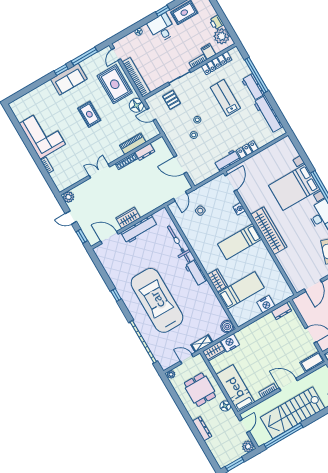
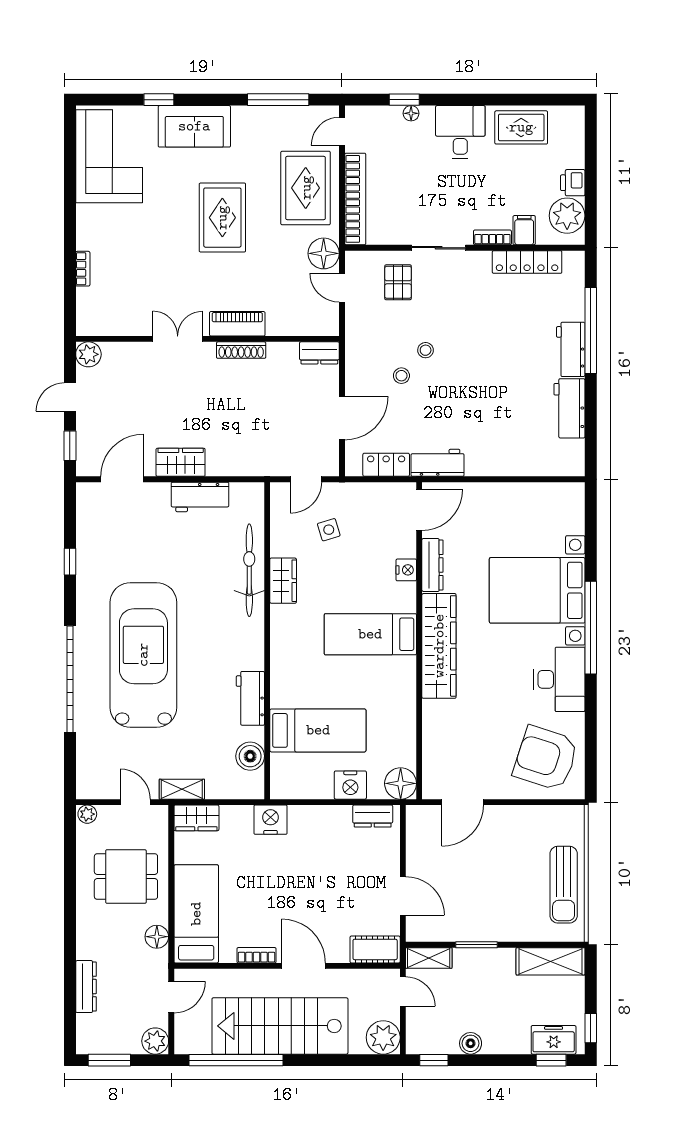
window: (163, 11) -> (404, 100), moved
window: (61, 70) -> (159, 100), moved
sofa: (69, 79) -> (194, 126), moved
lab bench: (225, 98) -> (505, 339), removed
rug: (89, 114) -> (222, 218), width x1.36, depth x1.43
workbench: (268, 114) -> (569, 408), width x0.73
corner sofa: (42, 134) -> (109, 156), moved
piano: (133, 144) -> (237, 324), moved
locker: (247, 150) -> (386, 465), moved
dresser: (145, 152) -> (319, 353), moved
door: (180, 165) -> (342, 418), swing flipped
dresser: (248, 201) -> (432, 565), added
door: (71, 218) -> (70, 397), hinge flipped
workbench: (139, 229) -> (200, 497), width x0.73
door: (109, 238) -> (122, 479), hinge flipped
workbench: (196, 273) -> (250, 698), moved
wardrobe: (217, 280) -> (283, 581), moved
floor lamp: (285, 292) -> (401, 783), added
window: (116, 295) -> (70, 562), moved
boiler: (227, 327) -> (250, 756), moved
garage door: (143, 342) -> (70, 679), moved
nightstand: (230, 343) -> (270, 820), moved
dining table: (200, 390) -> (126, 877), turned 90
dresser: (202, 429) -> (86, 987), moved

